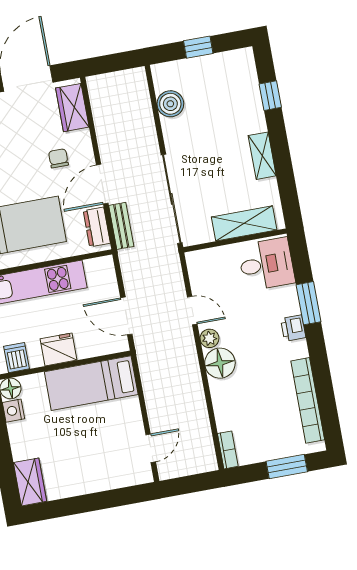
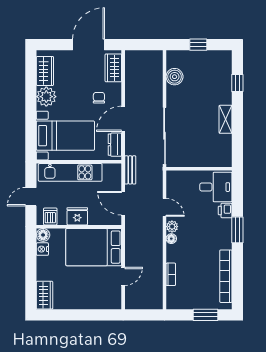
shelving: (244, 223) -> (207, 159), removed
bench: (121, 226) -> (130, 170), moved
window: (308, 303) -> (237, 230), moved
printer: (293, 328) -> (225, 210), moved
floor lamp: (220, 363) -> (171, 239), width x0.53, depth x0.53
bed: (91, 383) -> (94, 247), width x1.50
door: (151, 448) -> (123, 276), moved
bookcase: (228, 450) -> (171, 274), moved

